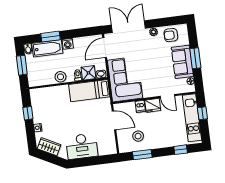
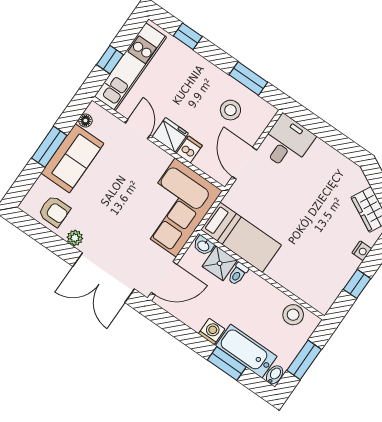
stool: (61, 77) -> (293, 315), moved
desk: (82, 146) -> (287, 143), moved, width x0.73

